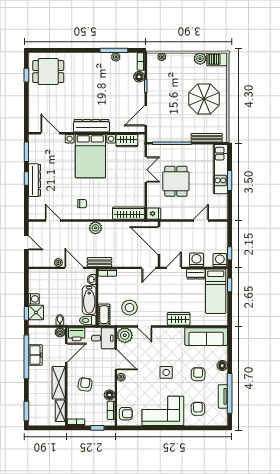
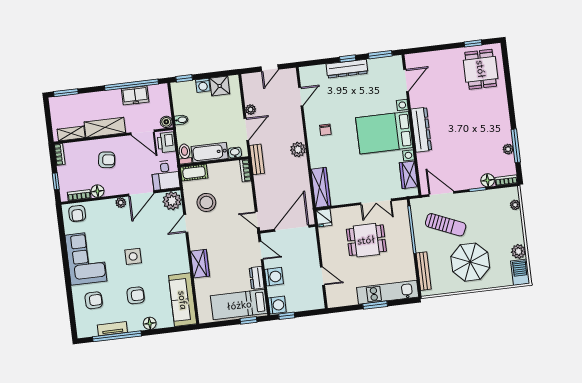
sun lounger: (171, 115) -> (446, 225), added
shower: (36, 312) -> (220, 86), moved

